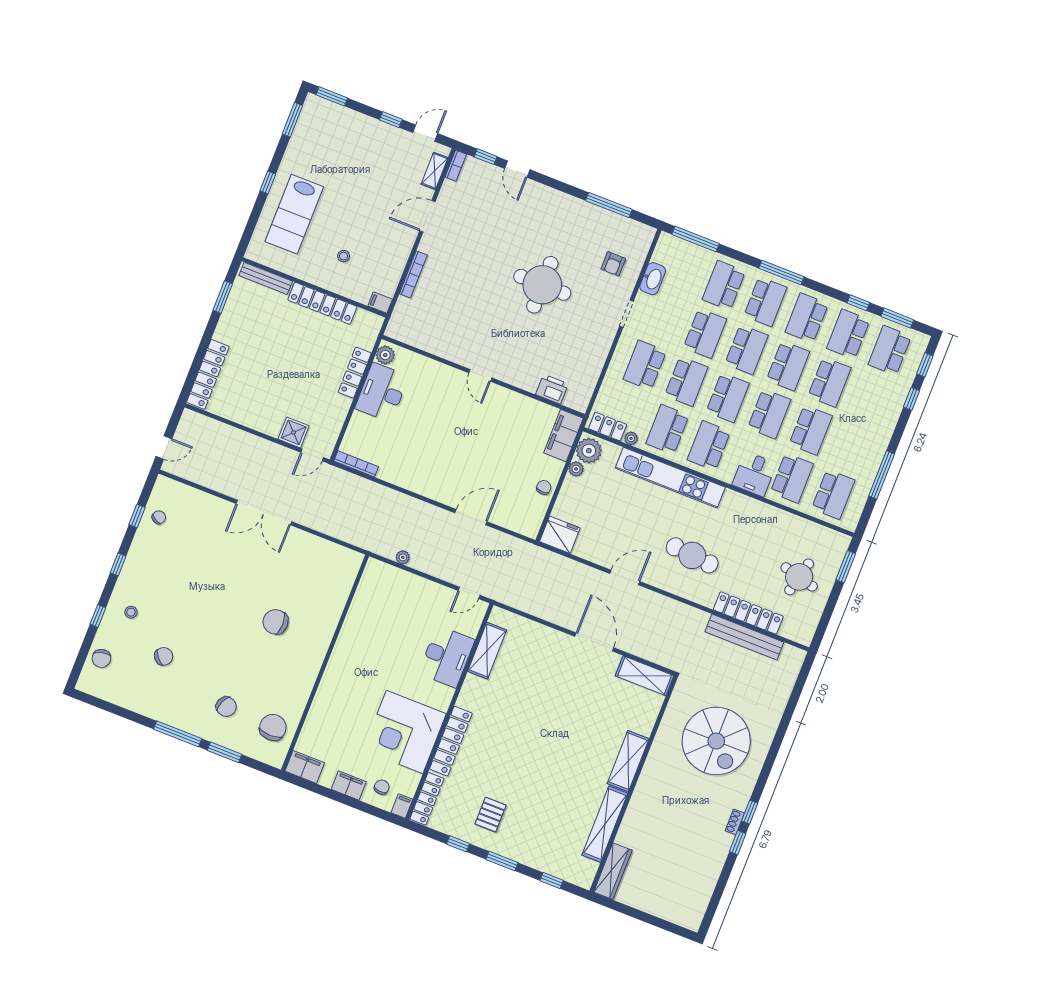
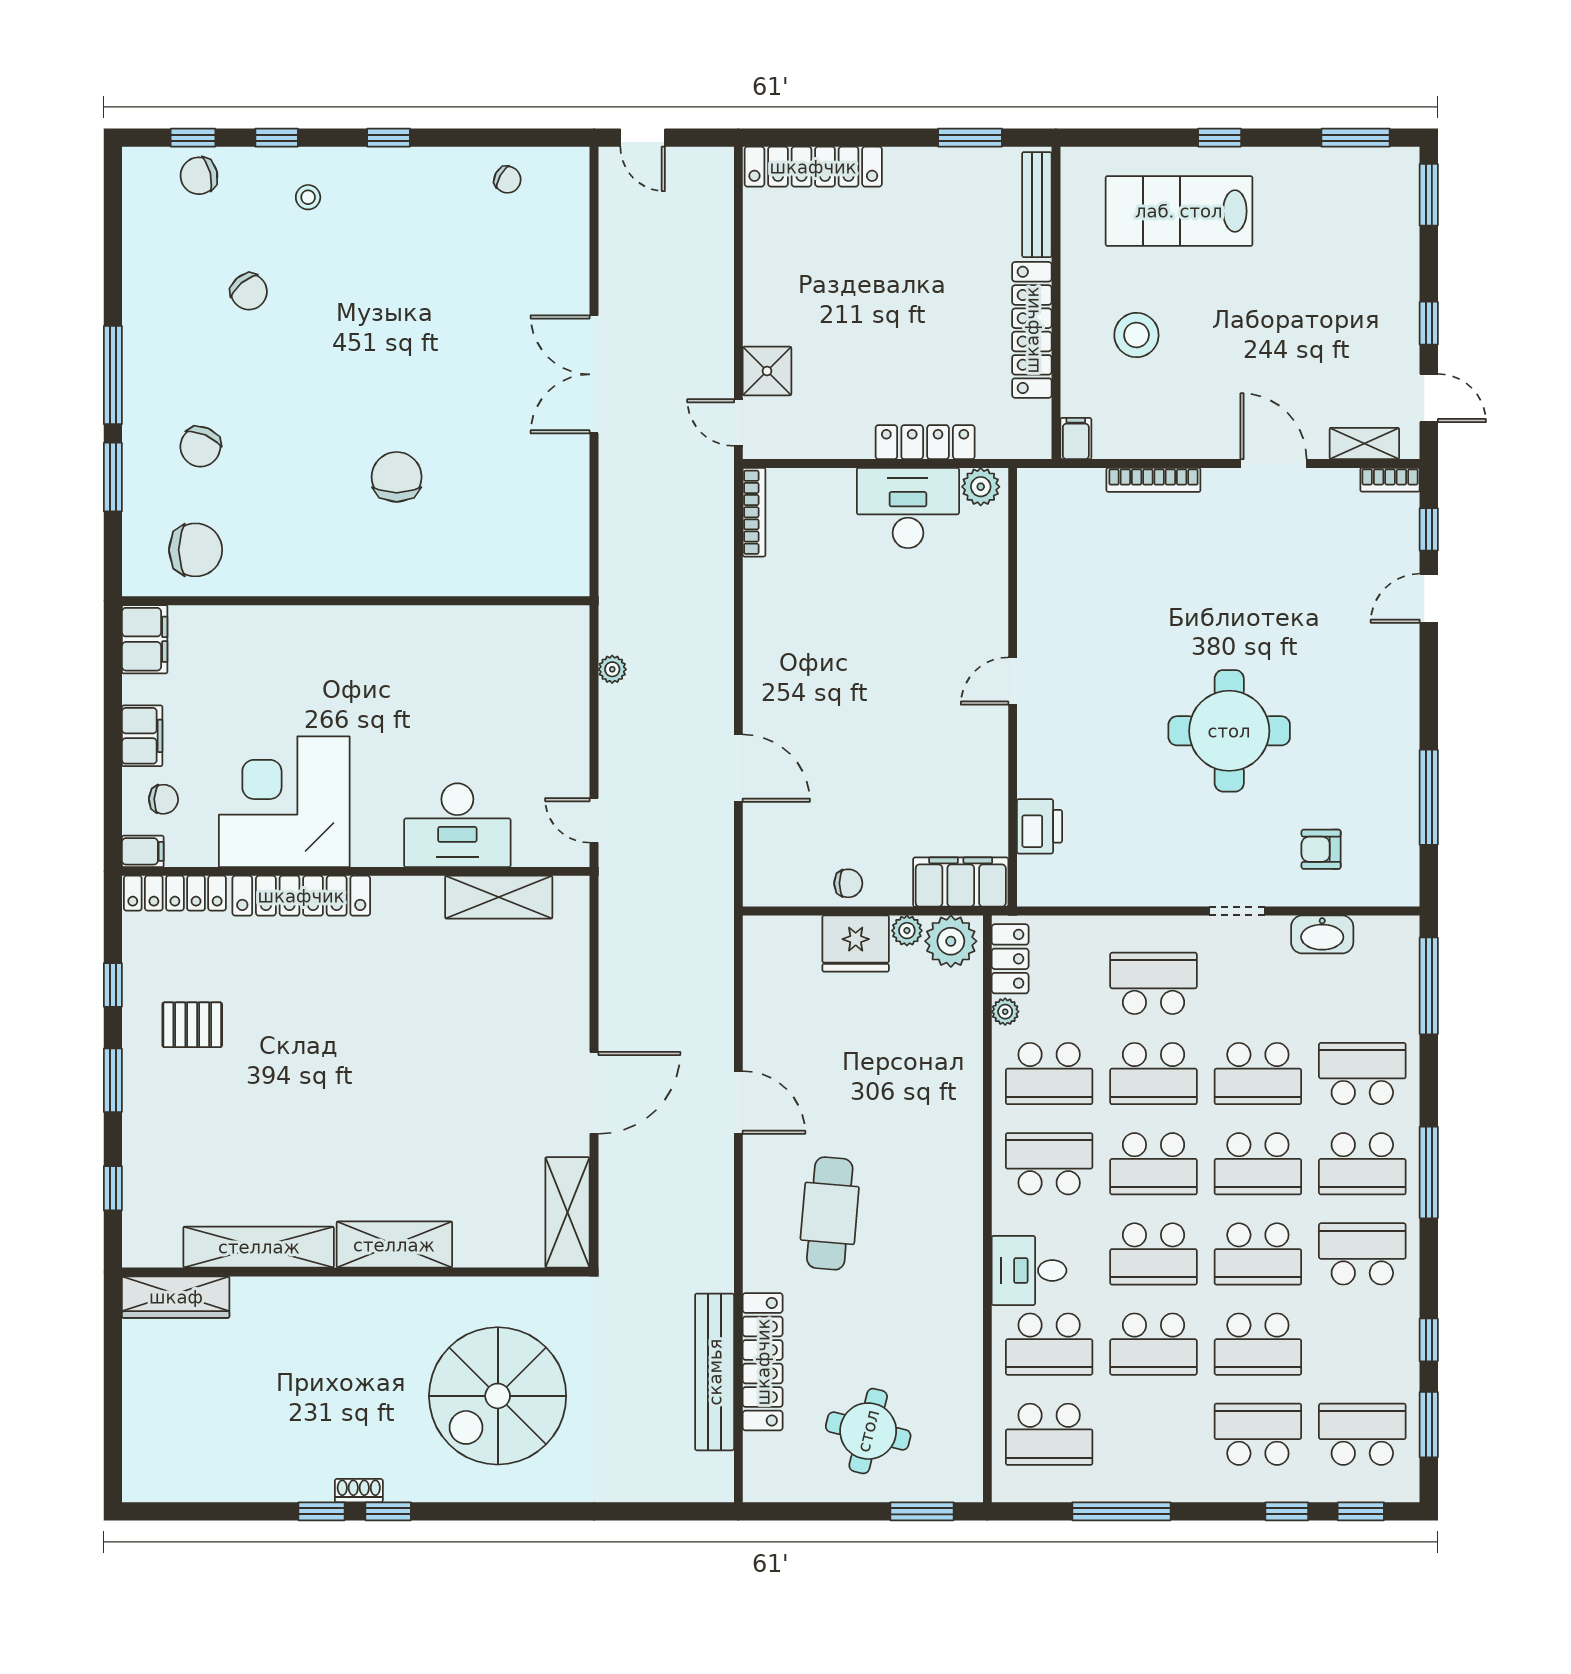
stool: (344, 256) -> (1136, 335), width x1.89, depth x1.89
school desk: (848, 334) -> (1258, 1434), moved
school desk: (667, 429) -> (1049, 1074), turned 180
kitchen unit: (670, 478) -> (960, 1114), removed
window: (137, 516) -> (193, 138), moved
fridge: (560, 535) -> (856, 944), moved, turned 90

